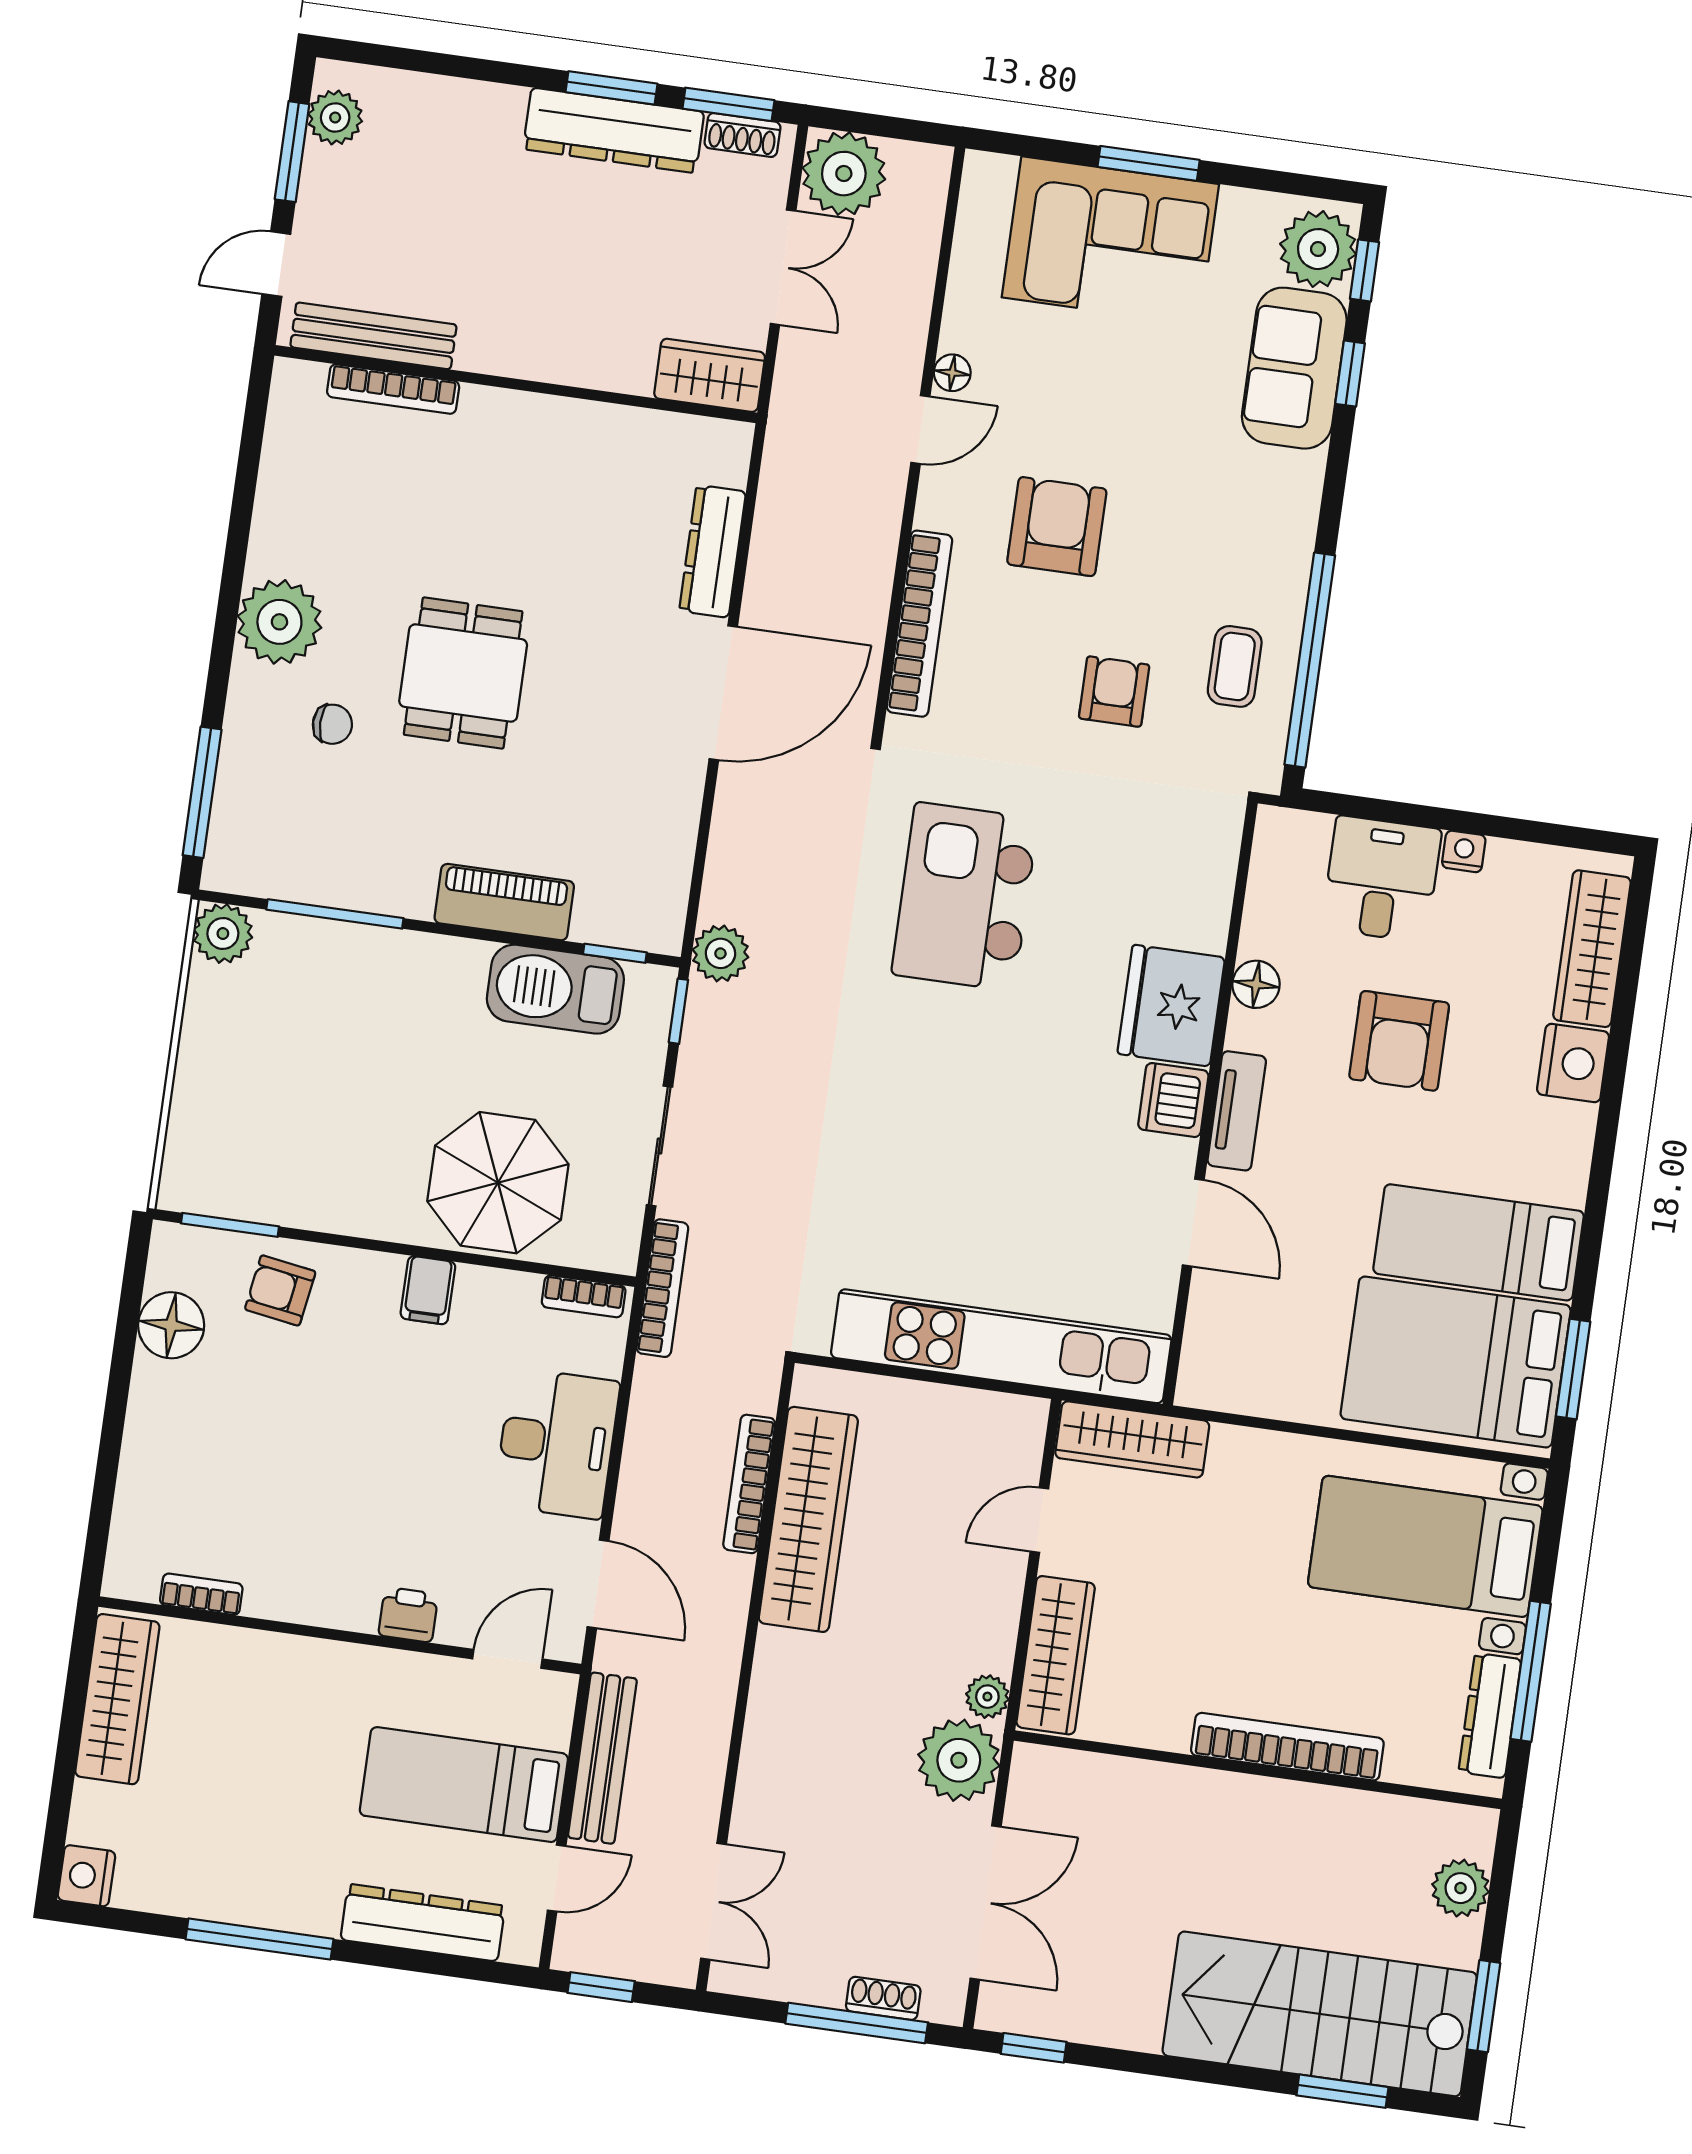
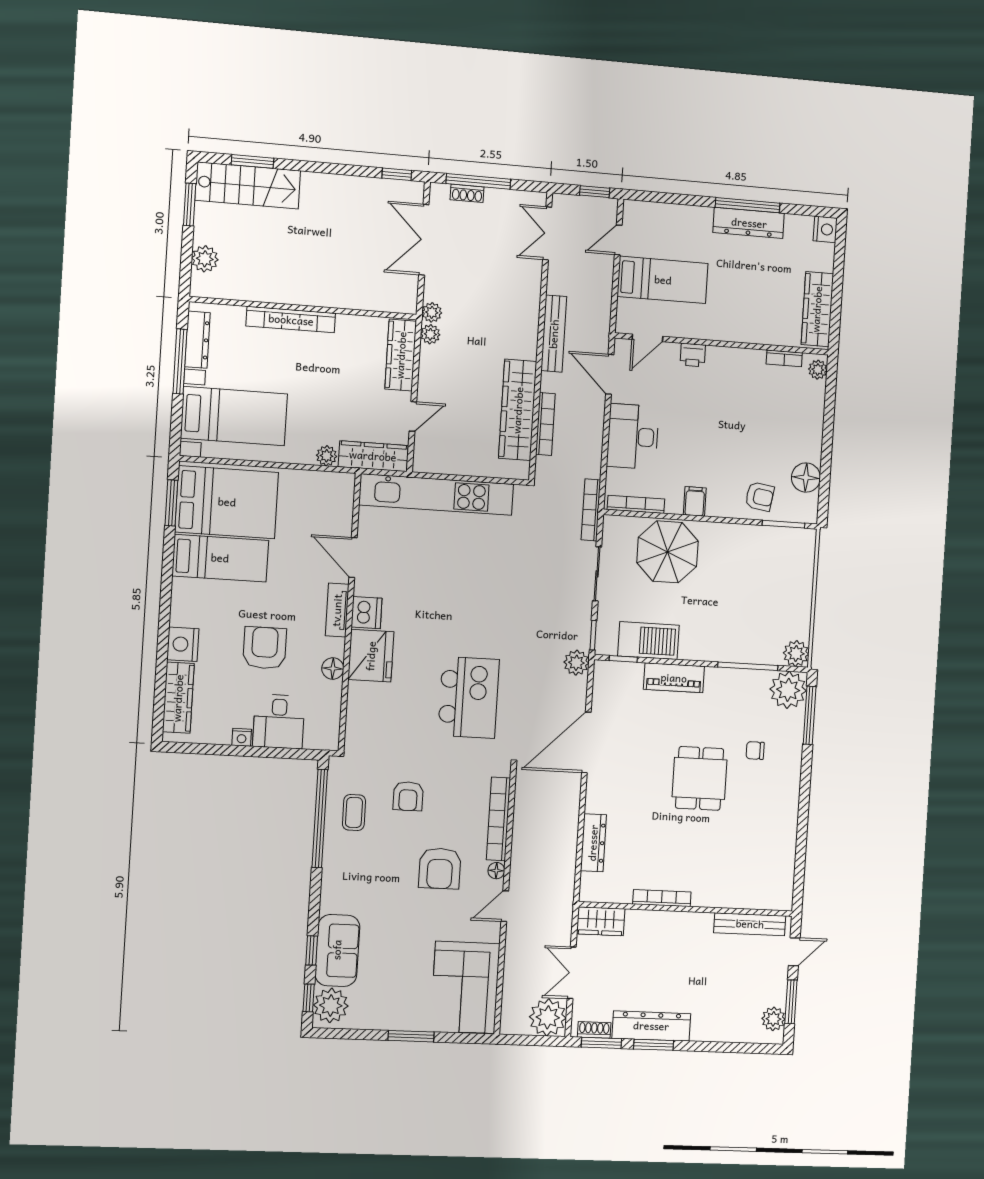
corner sofa: (1110, 241) -> (465, 987), moved, turned -90
floor lamp: (952, 373) -> (496, 871), moved
bookcase: (393, 389) -> (662, 898), moved
plant: (279, 622) -> (788, 690), moved
door: (723, 693) -> (586, 742), moved
bookcase: (584, 1296) -> (636, 504), width x1.56
plant: (1233, 1447) -> (327, 456), added
plant: (126, 1564) -> (818, 370), added
bench: (602, 1758) -> (554, 334), moved
plant: (959, 1760) -> (432, 312), width x0.53, depth x0.53
dresser: (423, 1923) -> (749, 223), moved
stairs: (1320, 2014) -> (248, 185), width x0.73, depth x0.66

